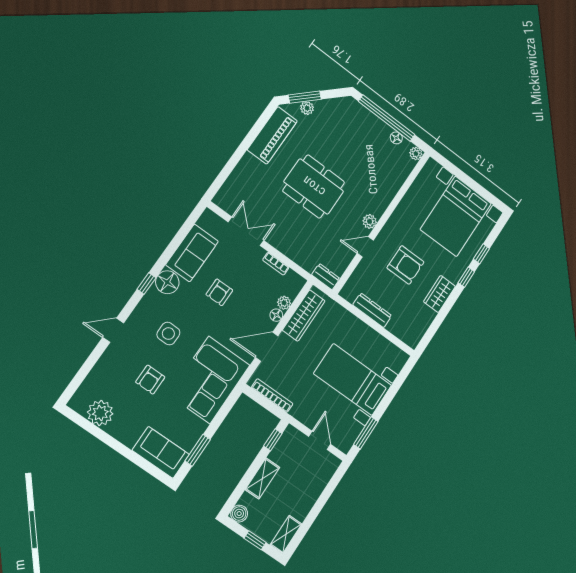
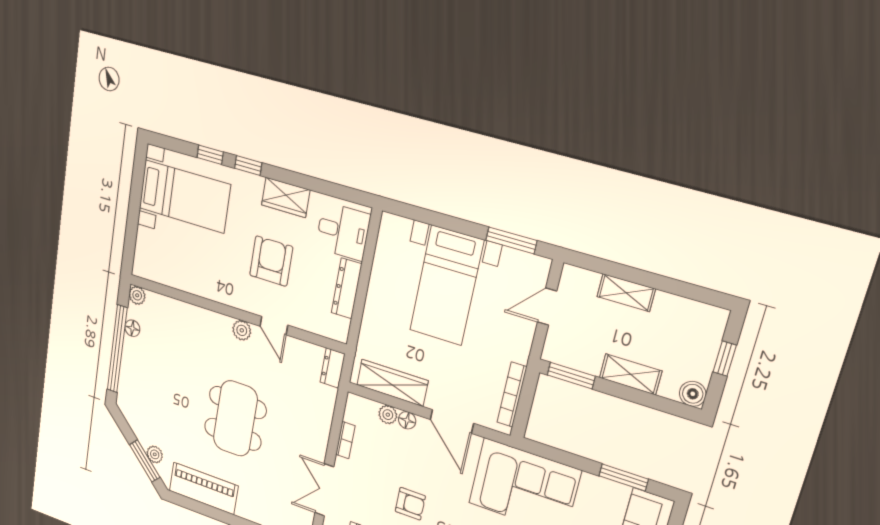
bed with nightstands: (456, 216) -> (184, 196), width x0.73
desk: (407, 324) -> (343, 231), added
window: (273, 440) -> (571, 376), width x1.50
shelving: (286, 534) -> (626, 293), moved

